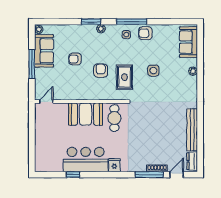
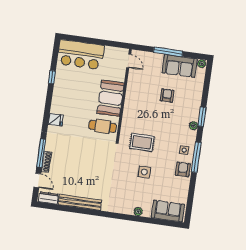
armchair: (101, 71) -> (152, 120), removed
bar counter: (86, 160) -> (81, 55), moved, turned 90

